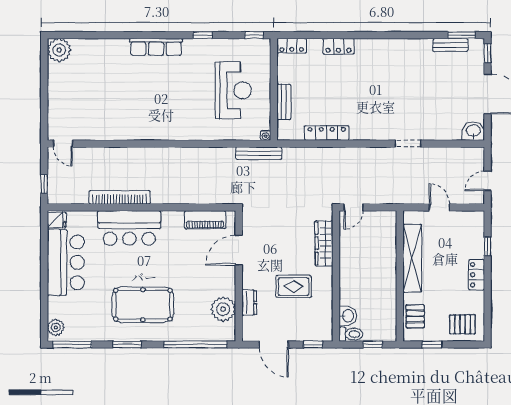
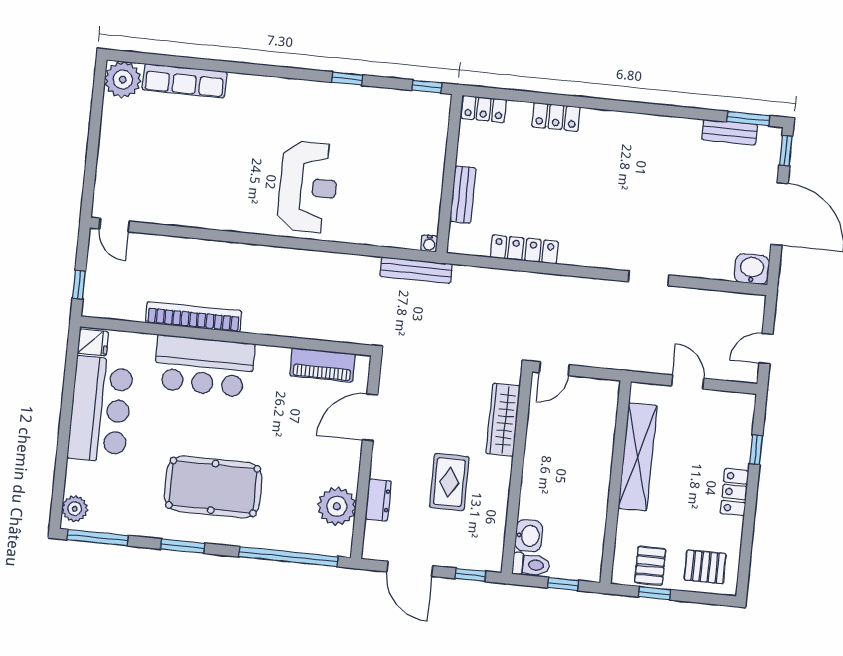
row of seats: (156, 47) -> (185, 81), moved
reception desk: (233, 90) -> (308, 187), moved
rug: (293, 287) -> (449, 482), turned 90
pallet: (415, 316) -> (650, 566), moved

